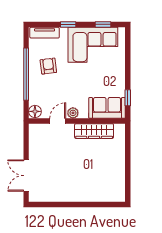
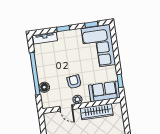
corner sofa: (93, 45) -> (98, 47), moved, turned 90
armchair: (48, 66) -> (74, 82), moved
floor lamp: (35, 111) -> (44, 87), moved
door: (58, 121) -> (66, 108), swing flipped

